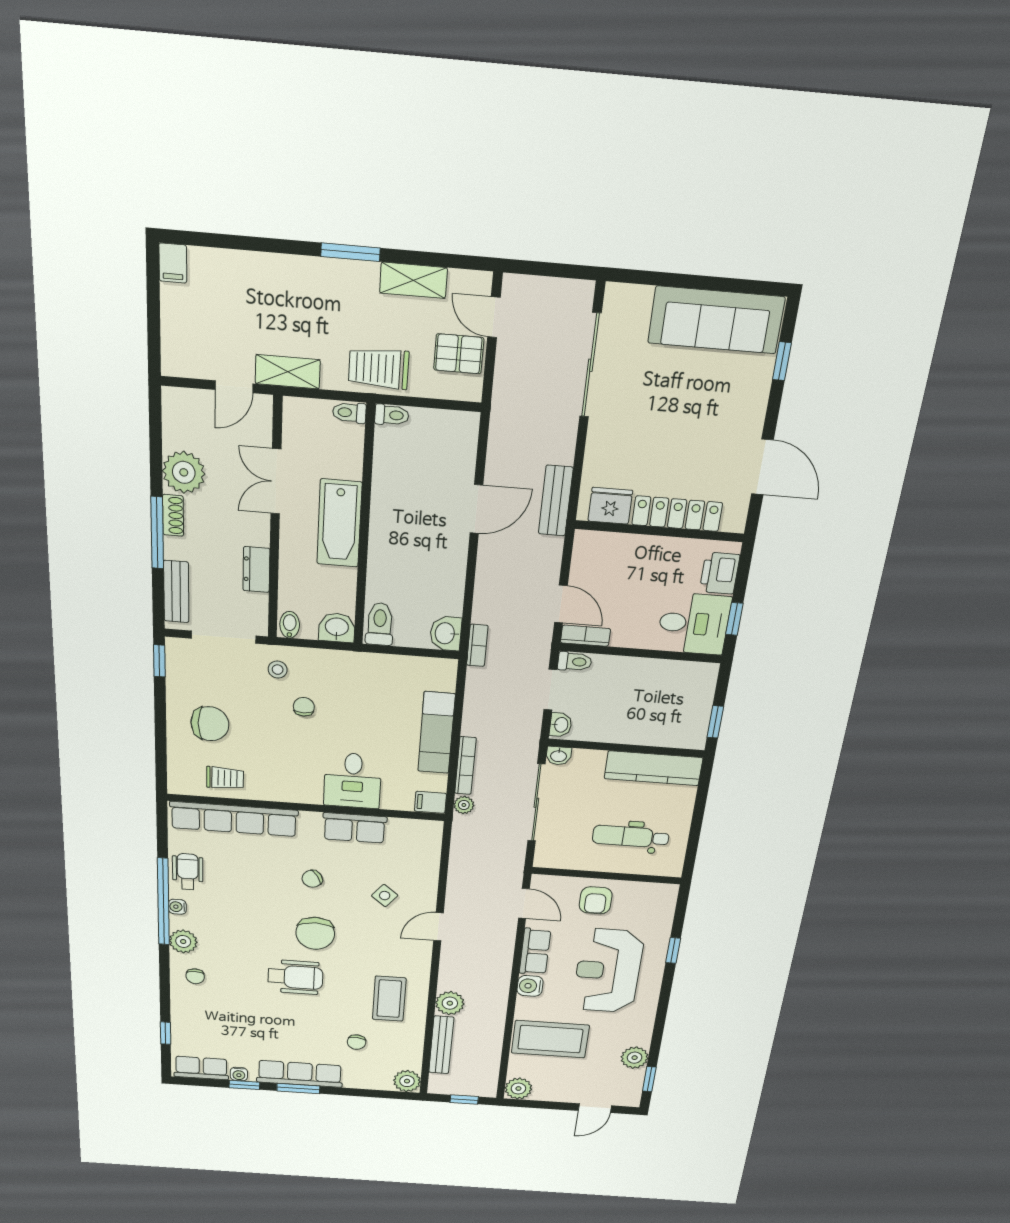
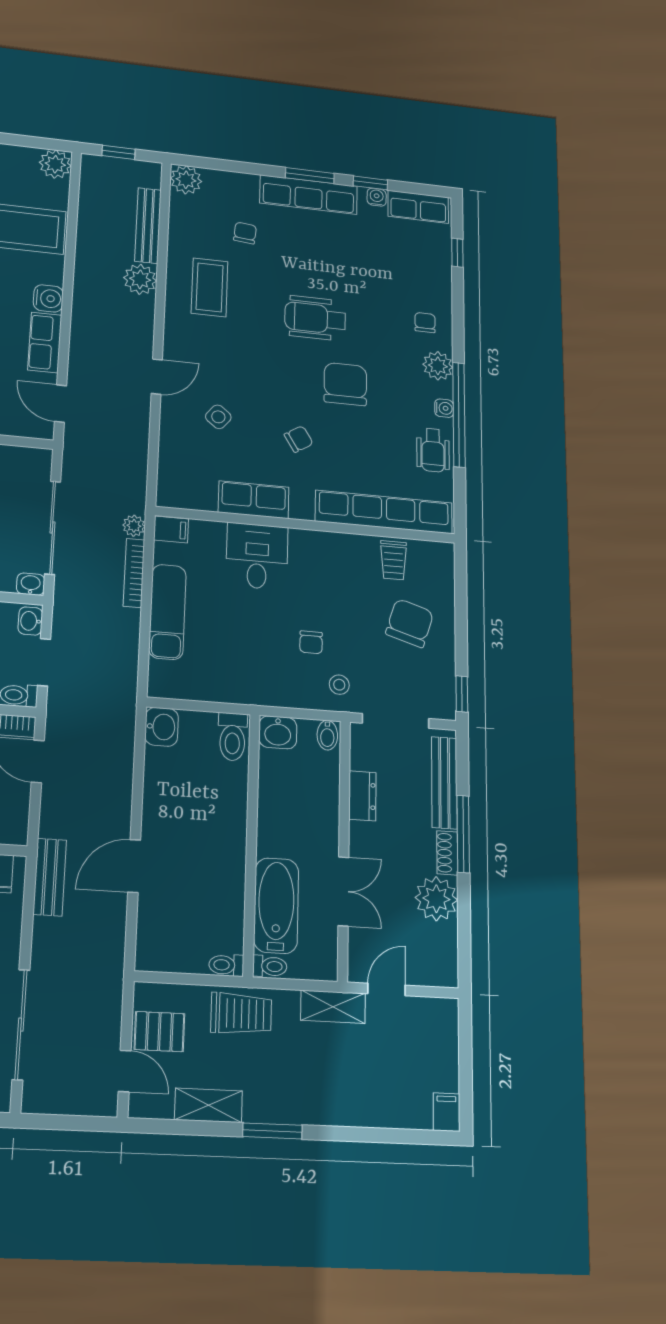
bathtub: (339, 523) -> (276, 906), moved
bench: (176, 592) -> (444, 783), width x1.36
bookcase: (477, 645) -> (127, 713), removed
chair: (210, 724) -> (410, 623), turned 107
trolley: (225, 778) -> (393, 560), turned -90
chair: (315, 933) -> (345, 384), moved

